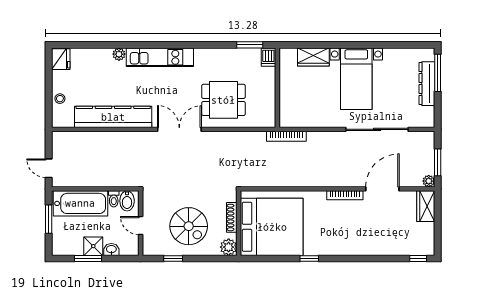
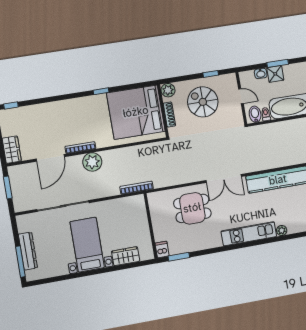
plant: (429, 181) -> (92, 162), moved, width x1.87, depth x1.87

